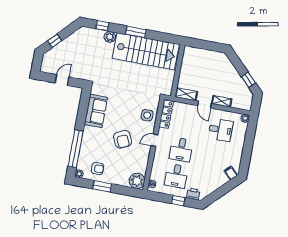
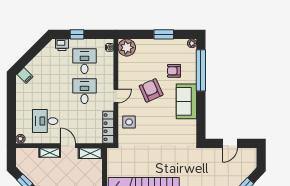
sofa: (96, 111) -> (186, 101), moved
armchair: (98, 169) -> (174, 71), moved

